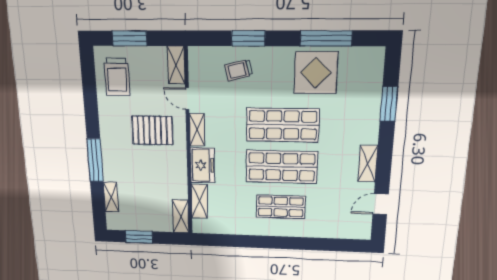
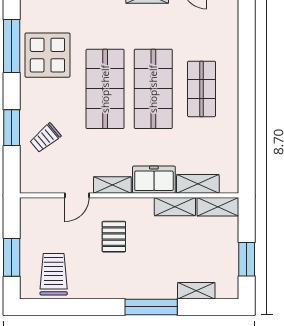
shelving: (176, 65) -> (175, 207), moved
trolley: (239, 70) -> (45, 138), turned 63
trolley: (117, 77) -> (54, 274), turned -90
pallet: (152, 130) -> (114, 237), width x0.67, depth x0.71

